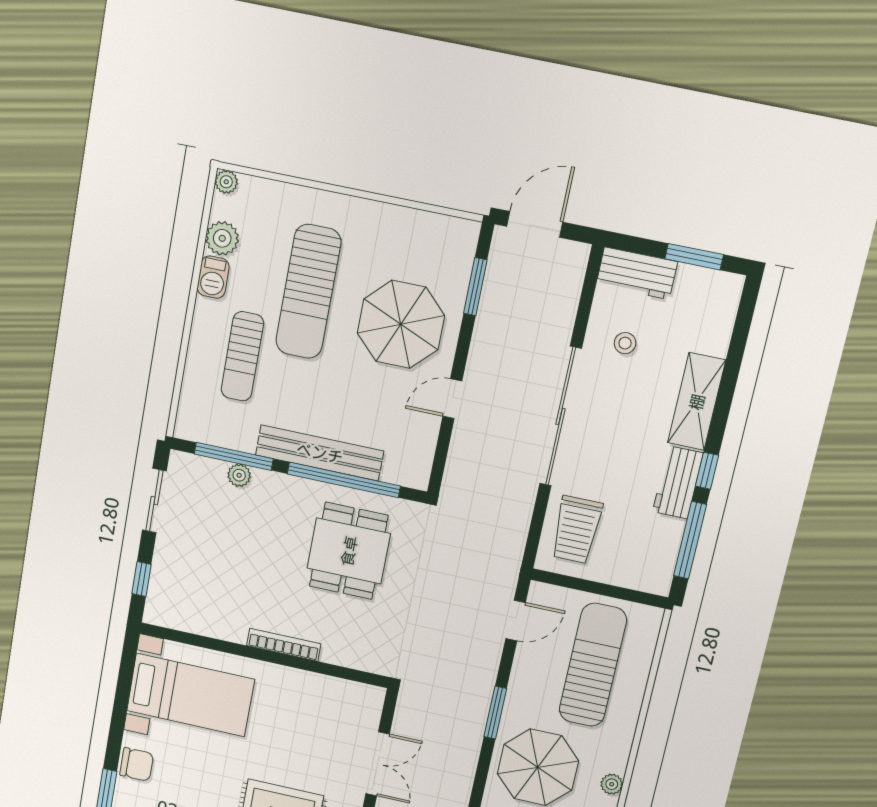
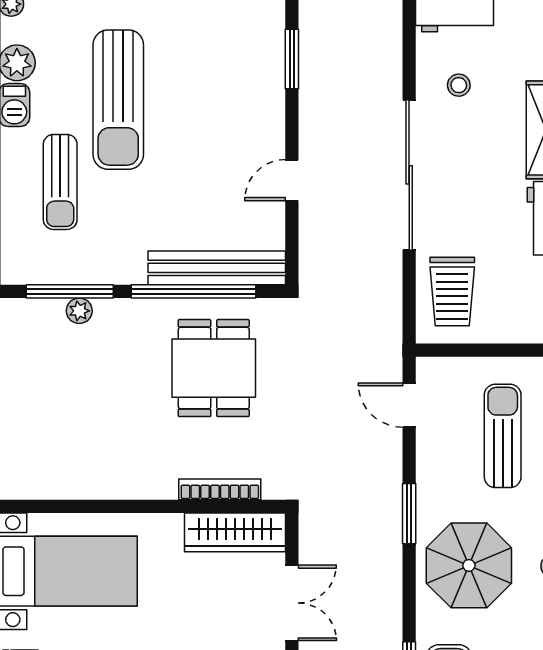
parasol: (401, 324) -> (222, 114), removed
bench: (320, 453) -> (217, 268), moved
door: (515, 620) -> (409, 405), swing flipped
bookcase: (284, 645) -> (220, 489), moved
sun lounger: (593, 665) -> (503, 436), width x0.73, depth x0.75
wardrobe: (340, 695) -> (235, 532), added

